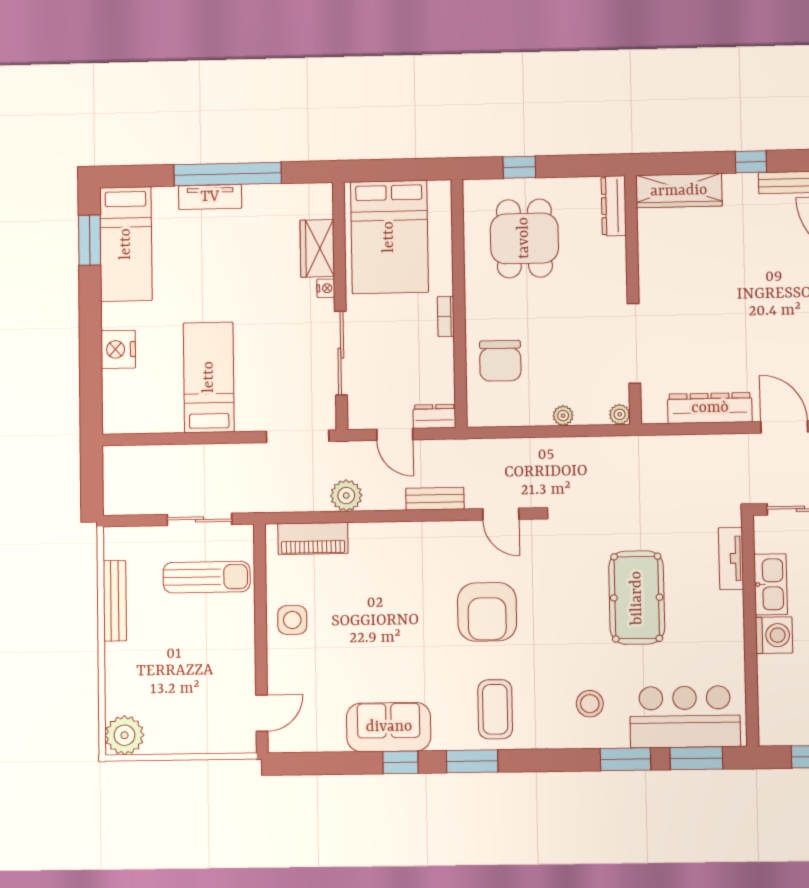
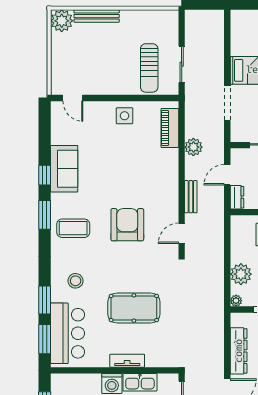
plant: (563, 416) -> (241, 274), width x1.87, depth x1.87
doorway: (298, 436) -> (227, 103), moved
tv unit: (731, 558) -> (127, 361), moved
bench: (115, 601) -> (97, 16), moved
armchair: (487, 612) -> (127, 225), turned 90

